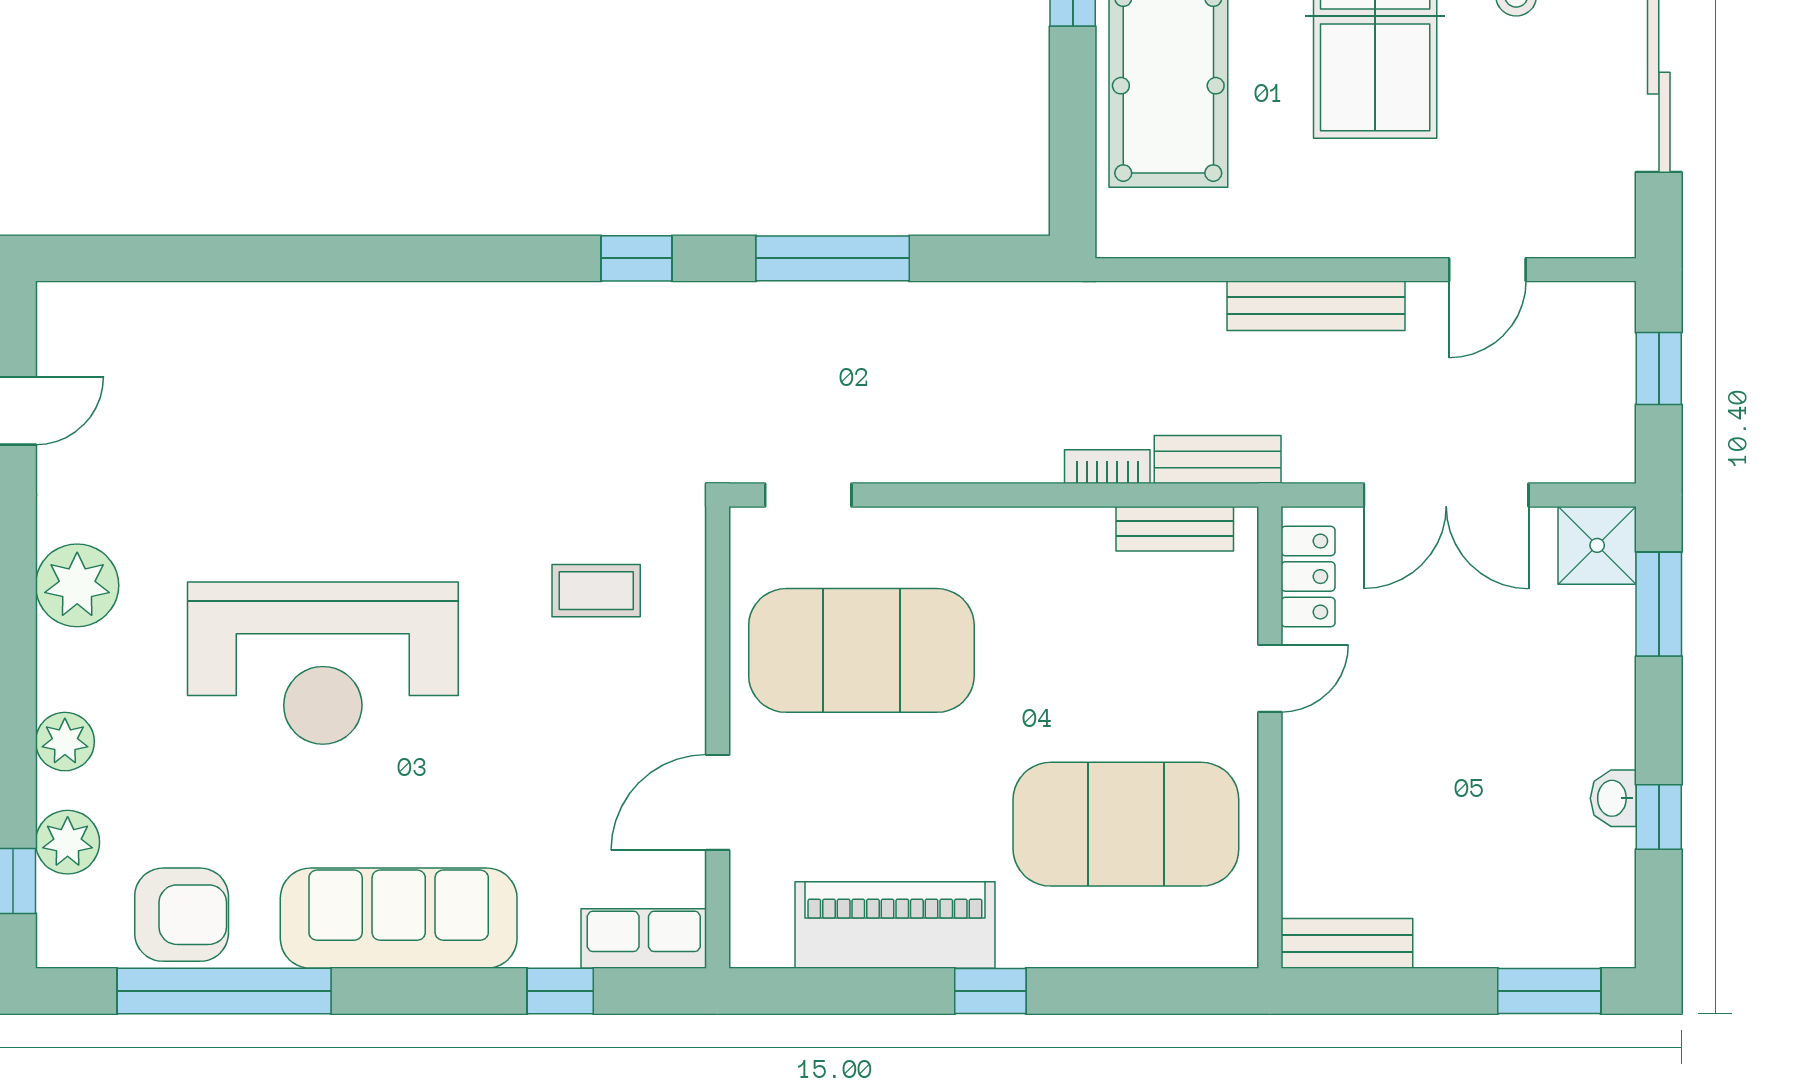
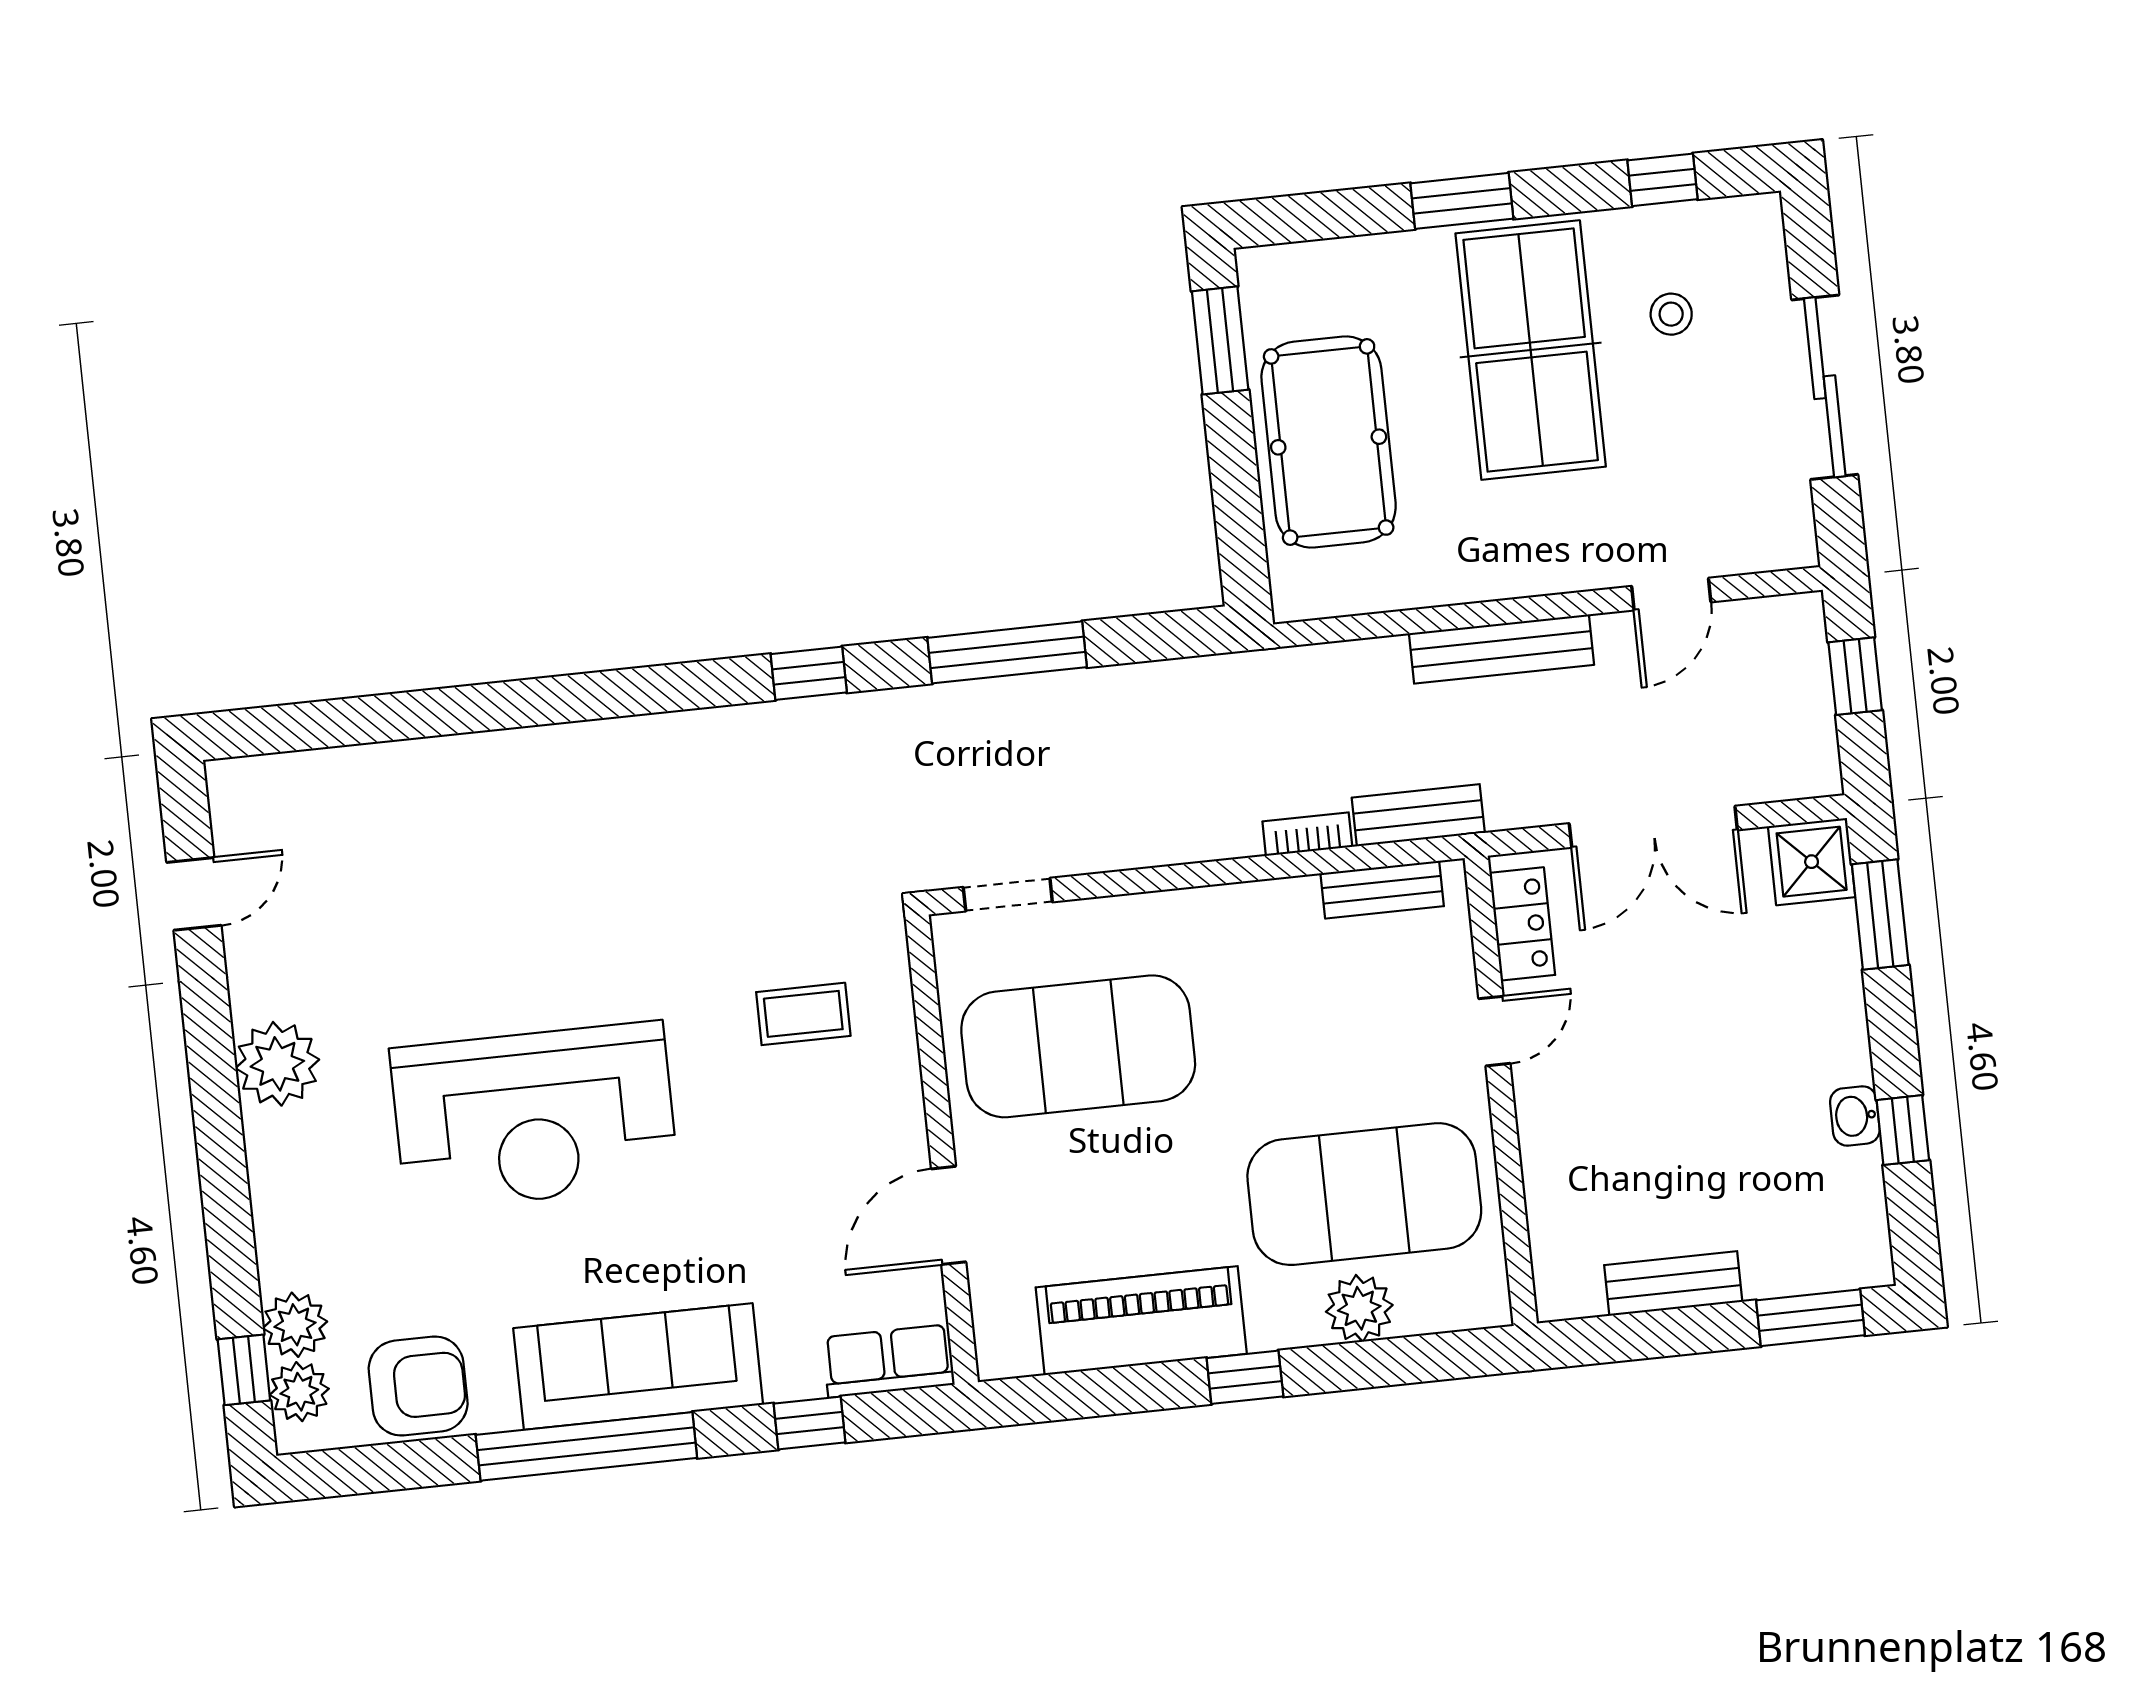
plant: (65, 742) -> (299, 1392), moved
plant: (1109, 935) -> (1359, 1308), added
bench: (1347, 943) -> (1673, 1283), moved
window: (224, 991) -> (586, 1446), moved

